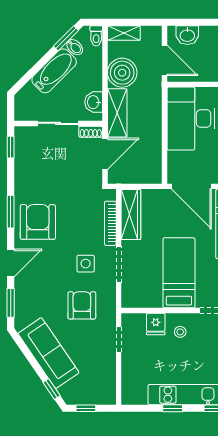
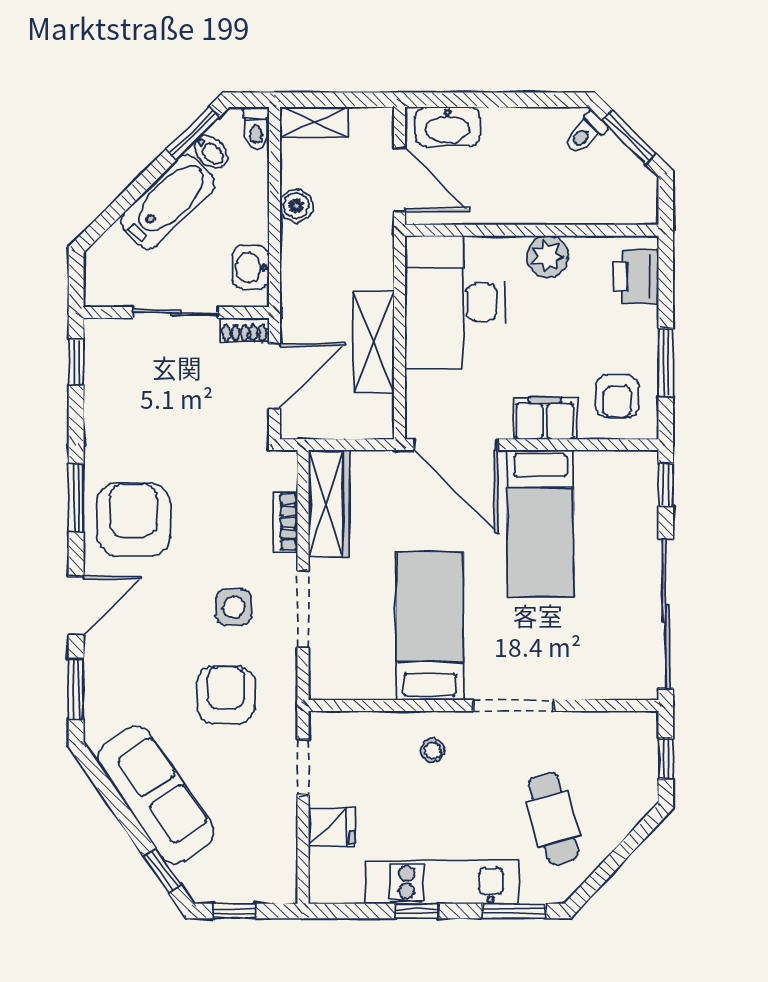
washbasin: (187, 35) -> (447, 127), width x1.38
boiler: (122, 73) -> (296, 206), width x0.54, depth x0.54
shelving: (117, 113) -> (374, 342), moved
bookcase: (110, 223) -> (286, 522), width x0.64
fridge: (156, 324) -> (331, 827), moved, turned -90

